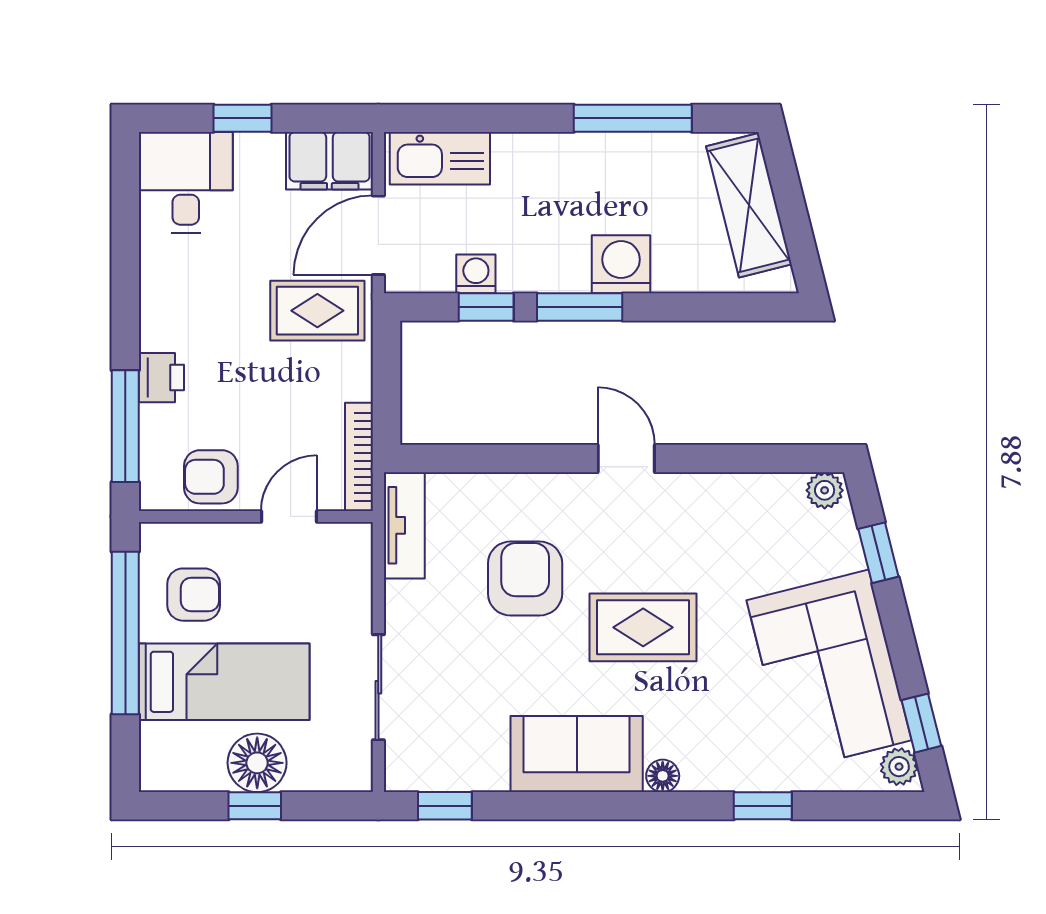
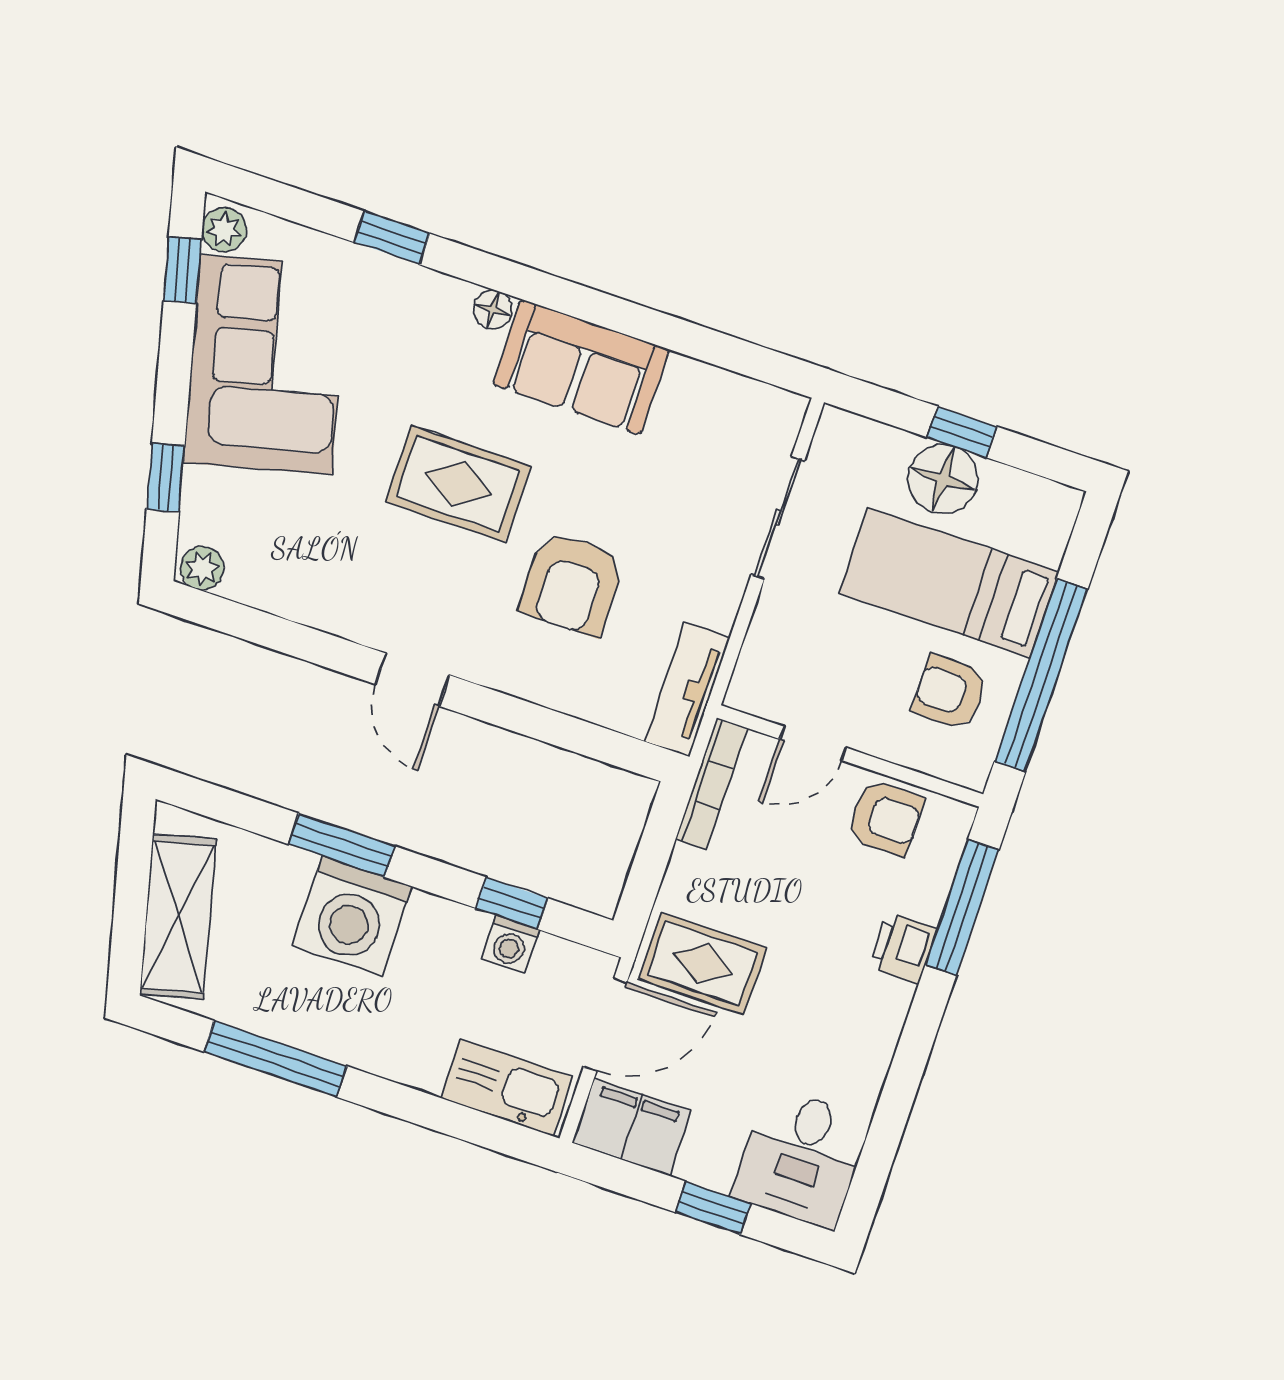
washing machine: (621, 264) -> (352, 916), width x1.37, depth x1.37
window: (580, 307) -> (342, 845), moved
window: (445, 806) -> (748, 359), removed

